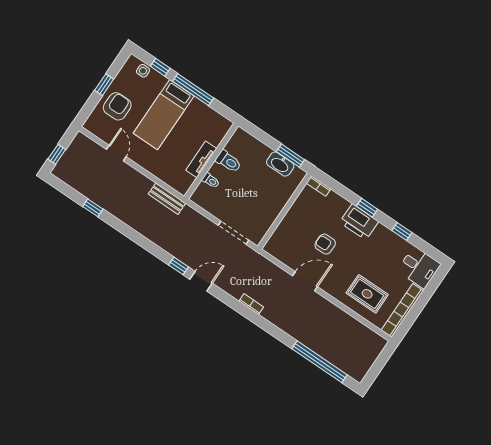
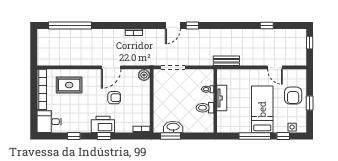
plant: (273, 247) -> (144, 75), added

